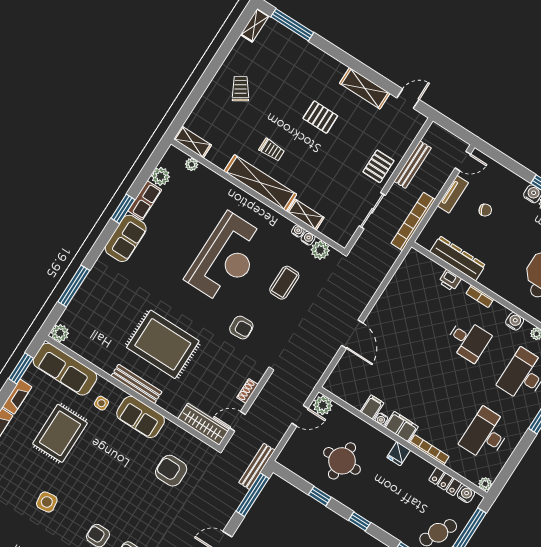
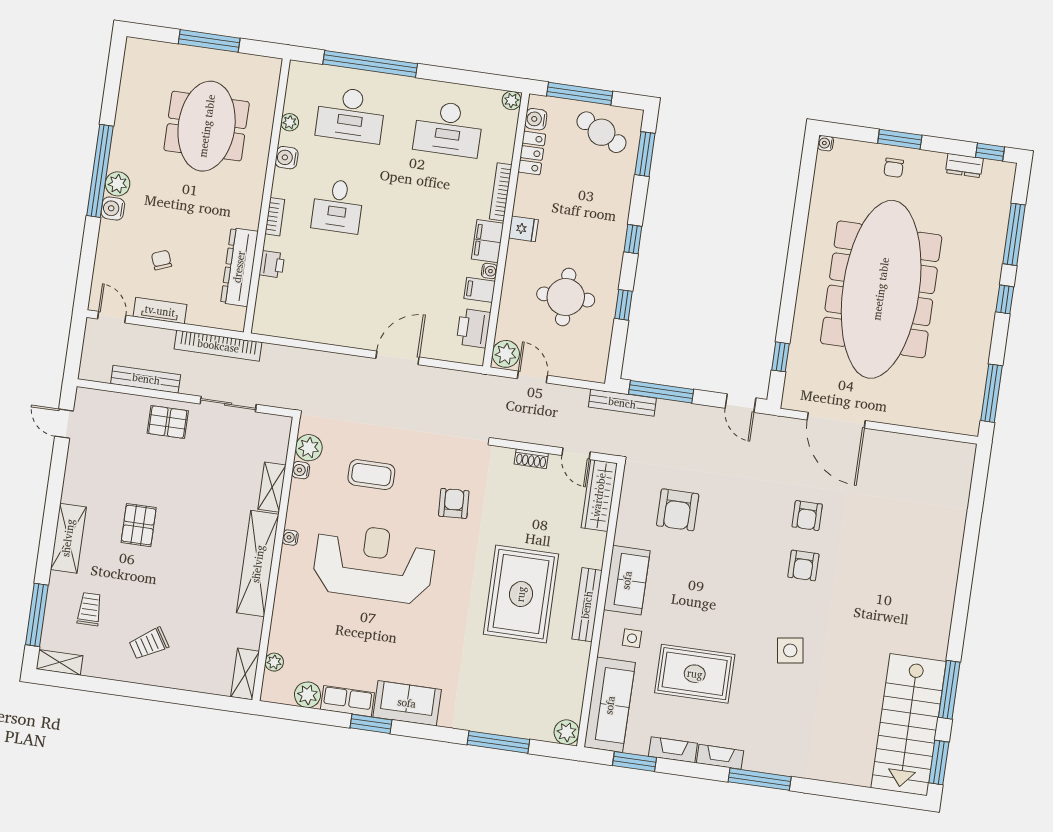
shelving: (365, 88) -> (68, 538), moved
trolley: (272, 150) -> (89, 609), moved
water cooler: (298, 231) -> (290, 538), moved
desk: (468, 340) -> (338, 206), turned 180
printer: (349, 392) -> (473, 328), added

